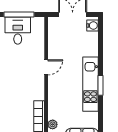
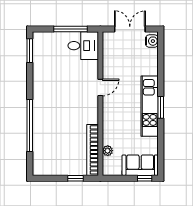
desk: (18, 31) -> (83, 46), moved, turned 90

